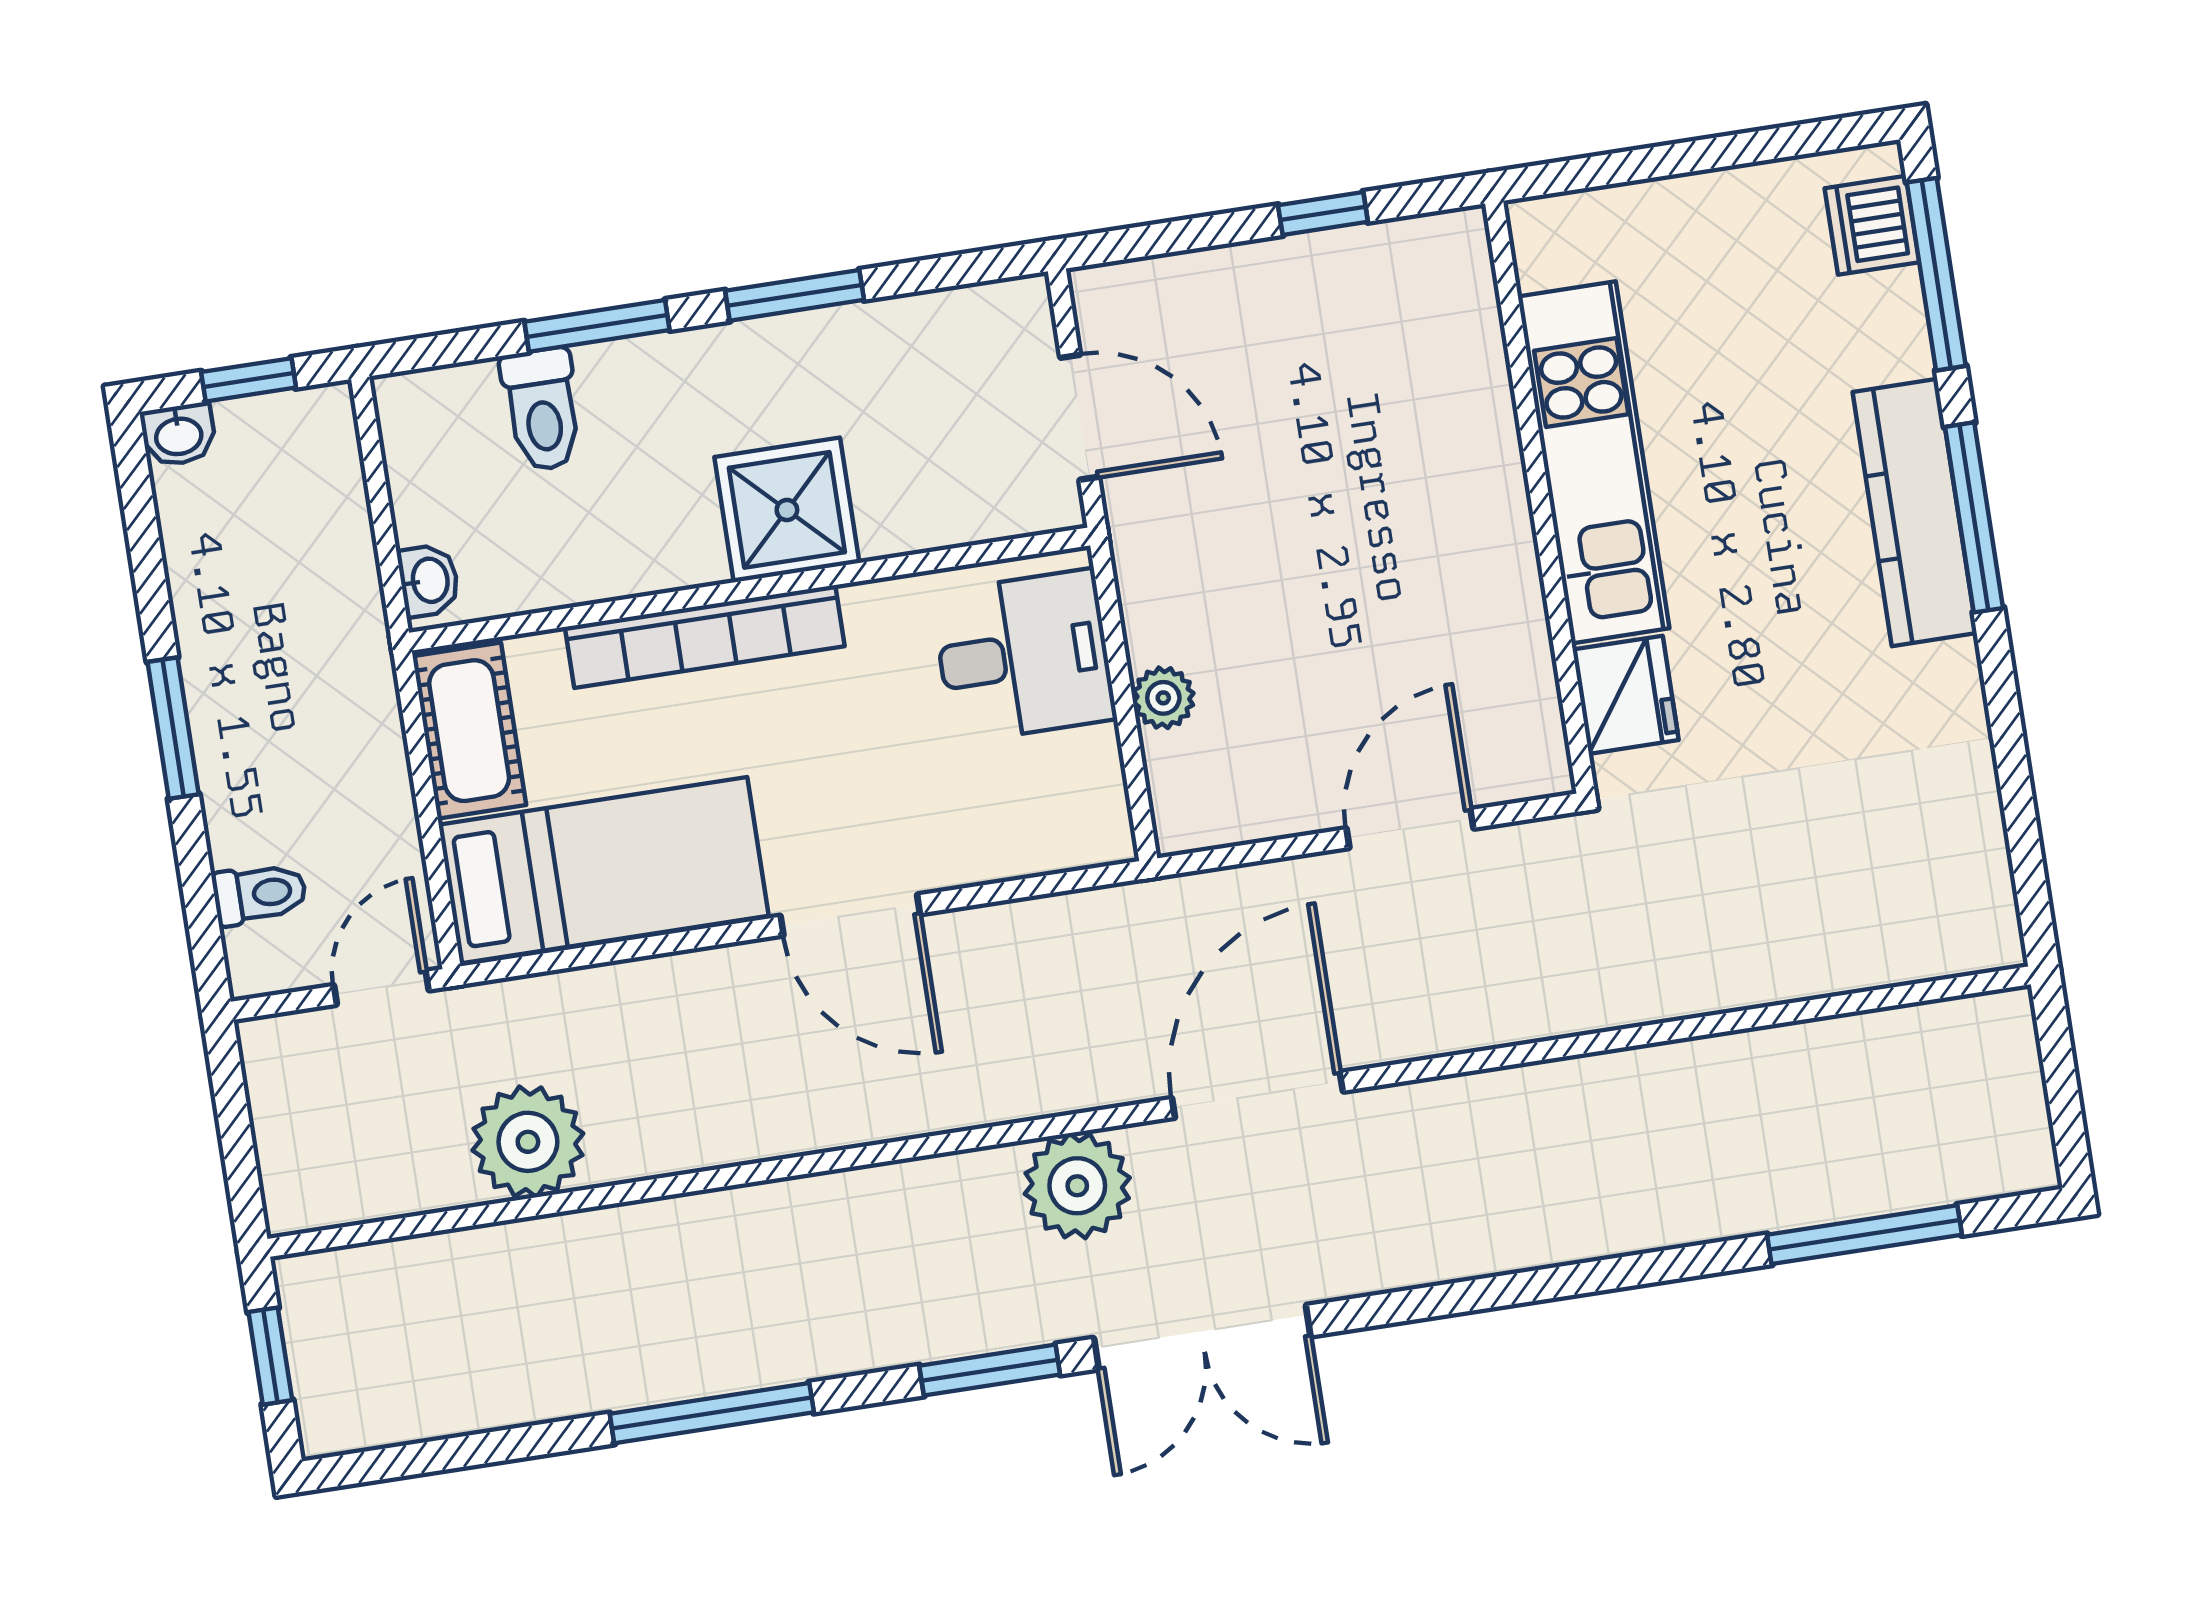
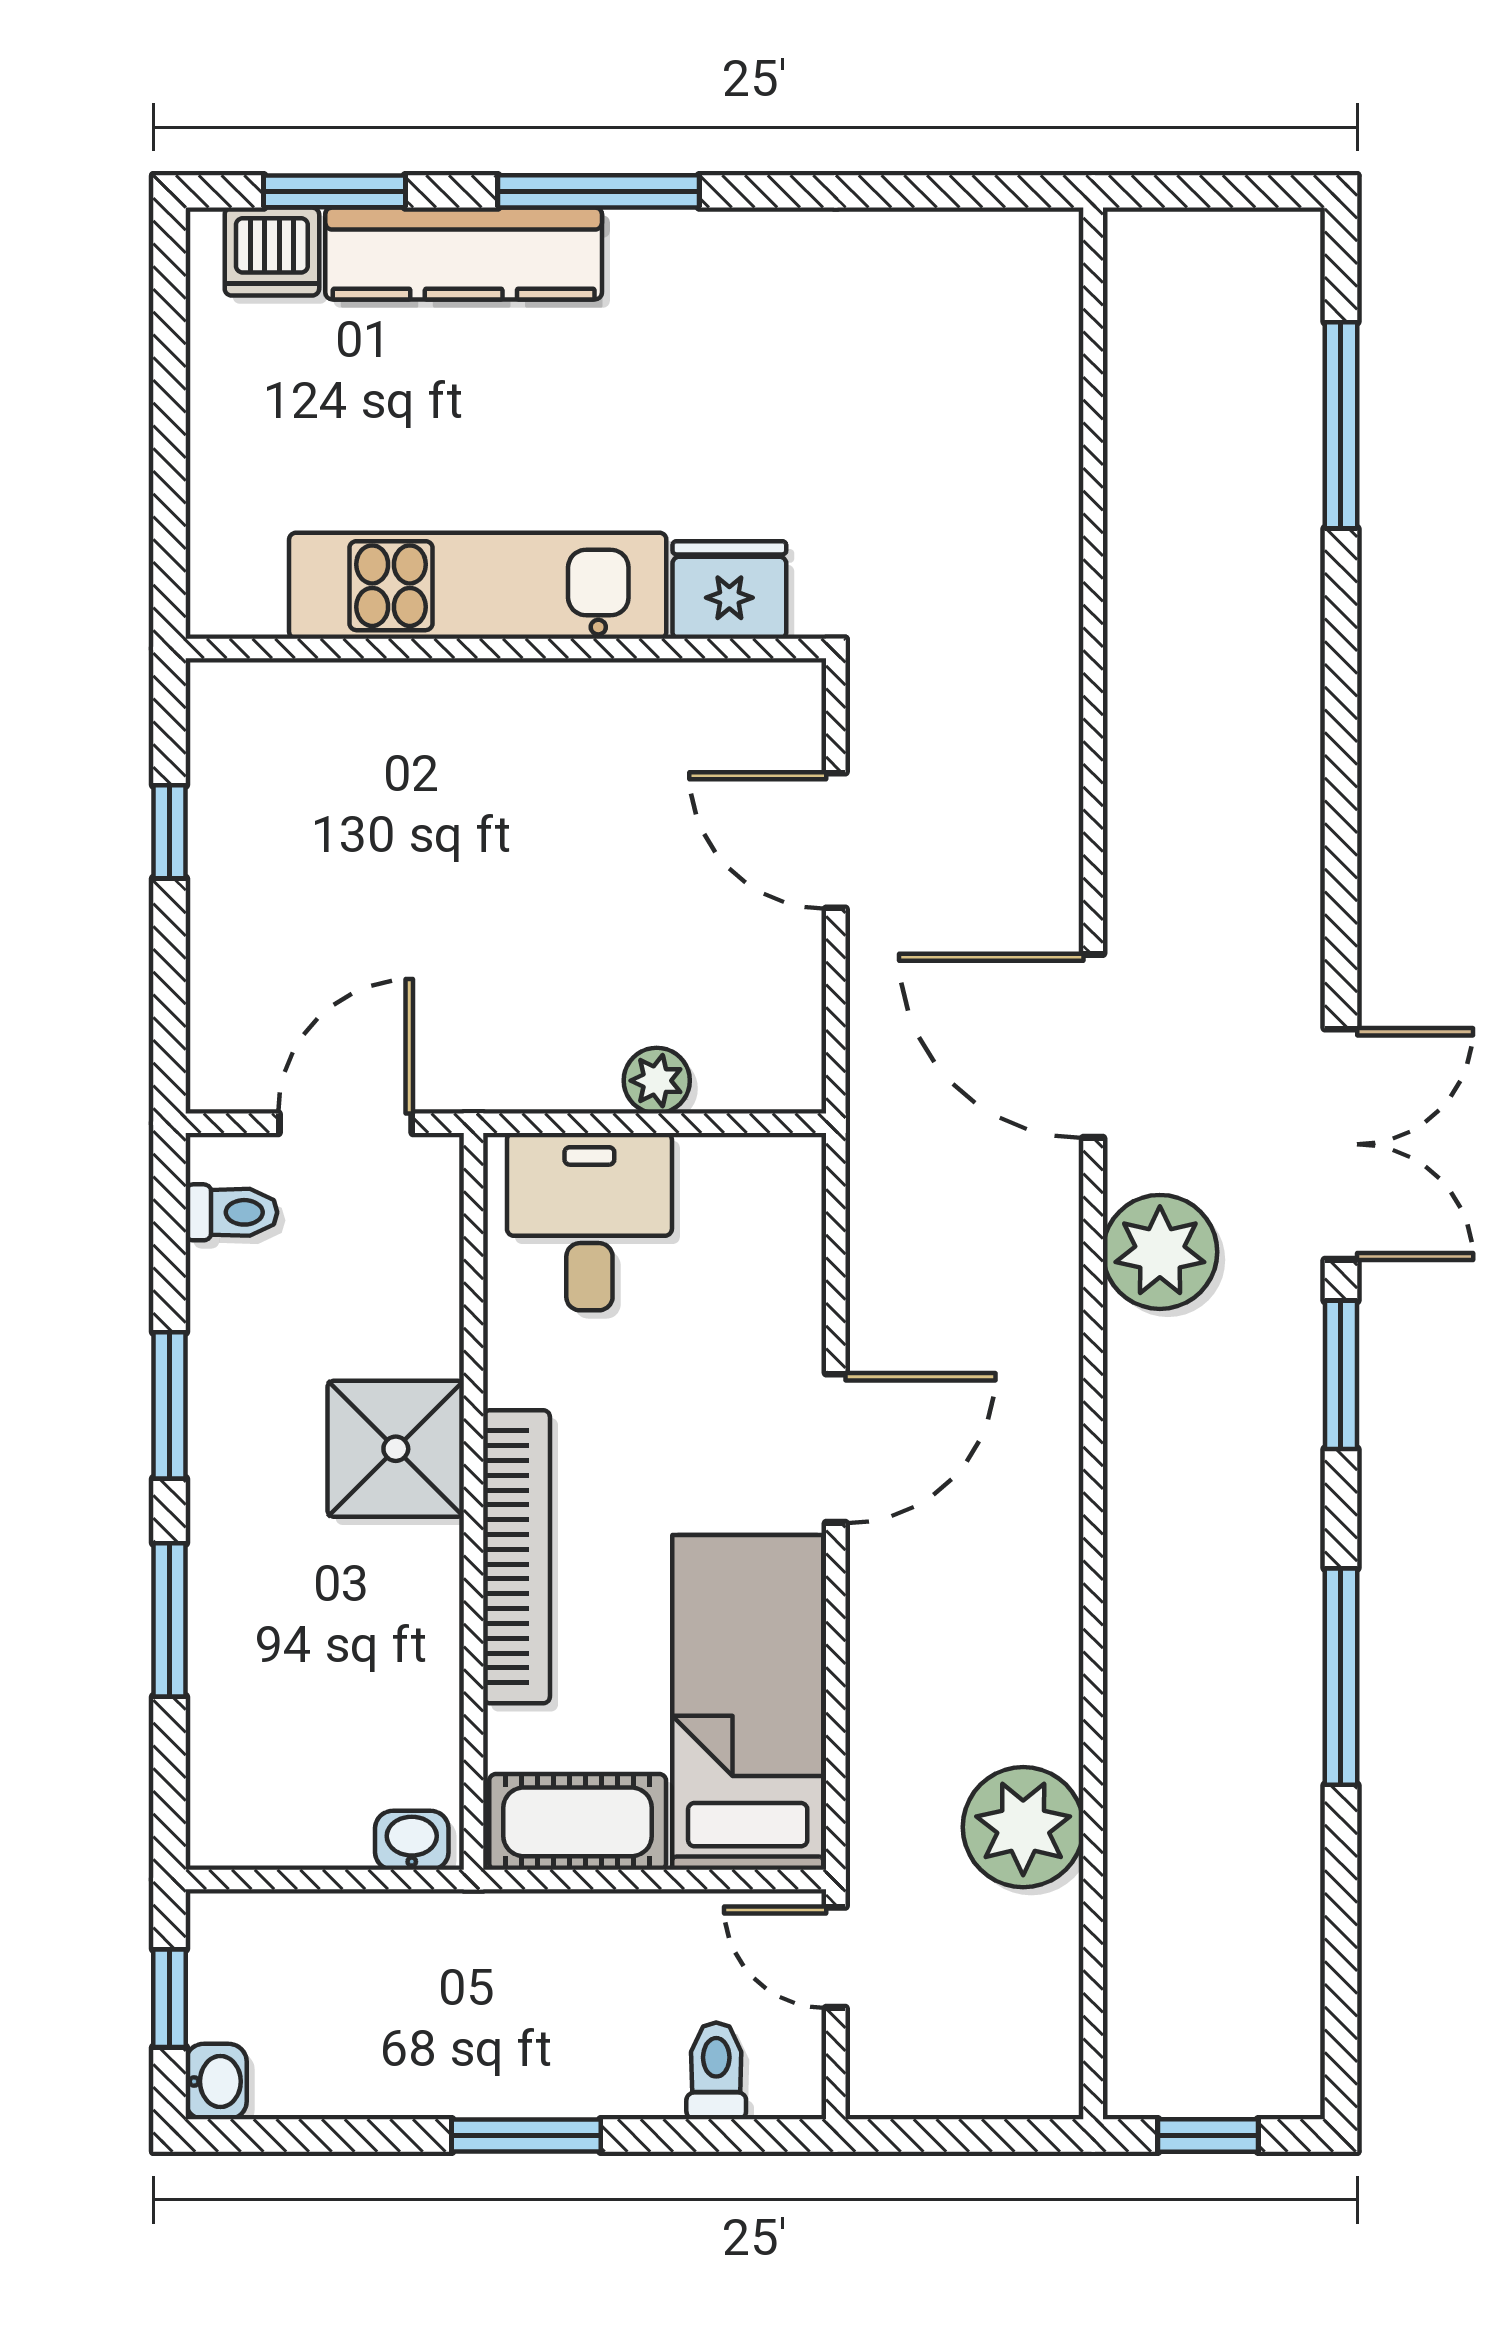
window: (1936, 274) -> (334, 191), width x0.69
toilet: (542, 409) -> (231, 1212), moved, width x0.73, depth x0.72
kitchen counter: (1915, 512) -> (464, 254), moved

